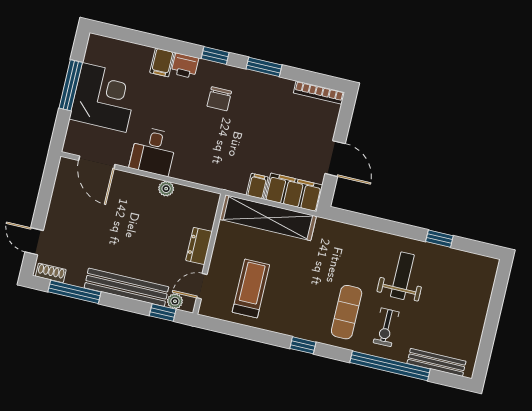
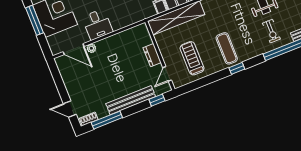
plant: (166, 189) -> (91, 48), moved
plant: (175, 301) -> (159, 90), removed
exercise mat: (347, 312) -> (227, 48), moved

